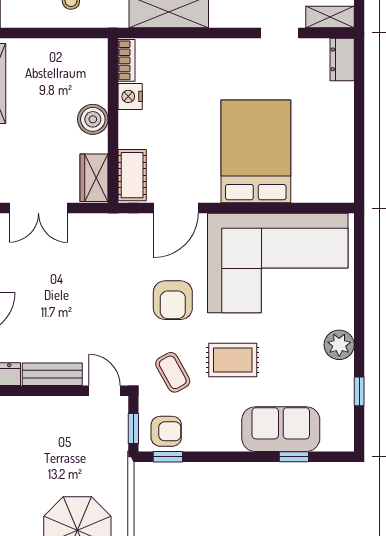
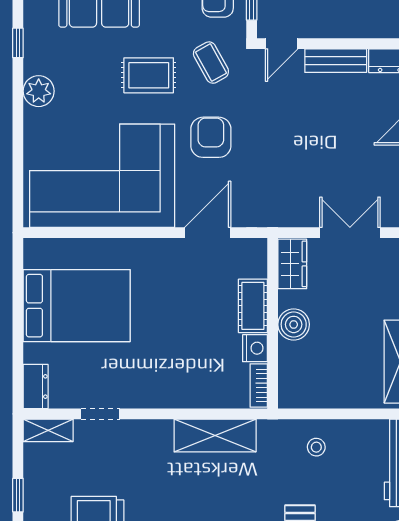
bed: (256, 151) -> (77, 306), moved, turned -90
cot: (132, 175) -> (253, 306), moved
door: (104, 391) -> (282, 44), hinge flipped

